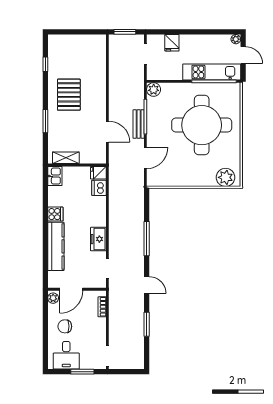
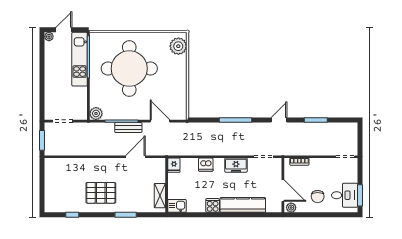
fridge: (172, 43) -> (52, 96), removed
dishwasher: (99, 188) -> (206, 165), moved
window: (82, 372) -> (360, 195), moved

